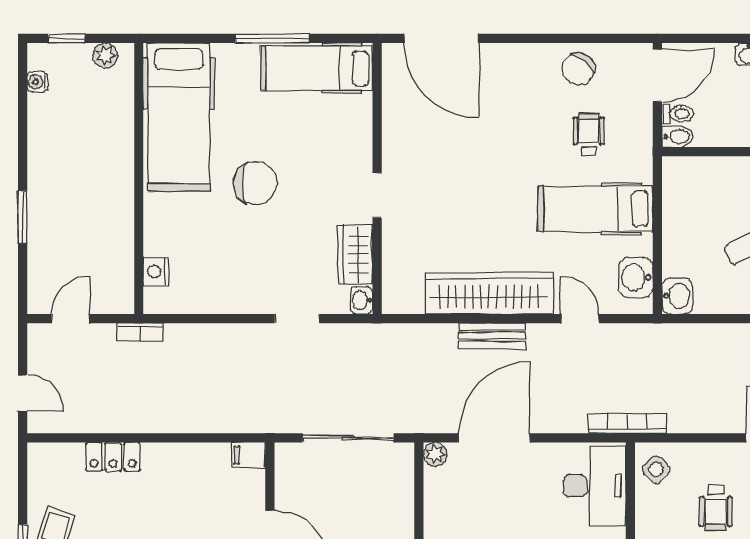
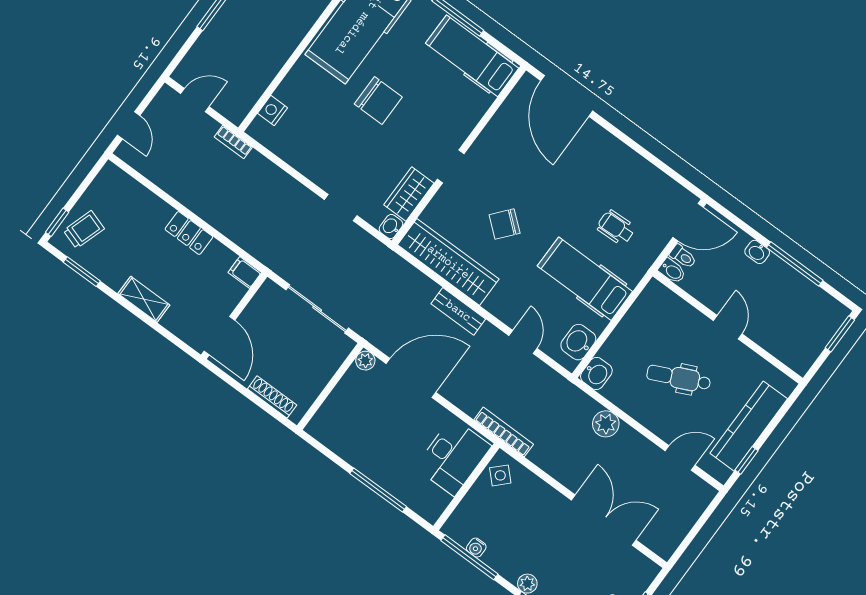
chair: (578, 69) -> (505, 224), moved
wheelchair: (589, 134) -> (616, 228), turned -92
wardrobe: (489, 293) -> (448, 262), moved
plant: (724, 339) -> (606, 424), added
locker: (113, 457) -> (189, 233), moved
wheelchair: (716, 508) -> (520, 528), removed

